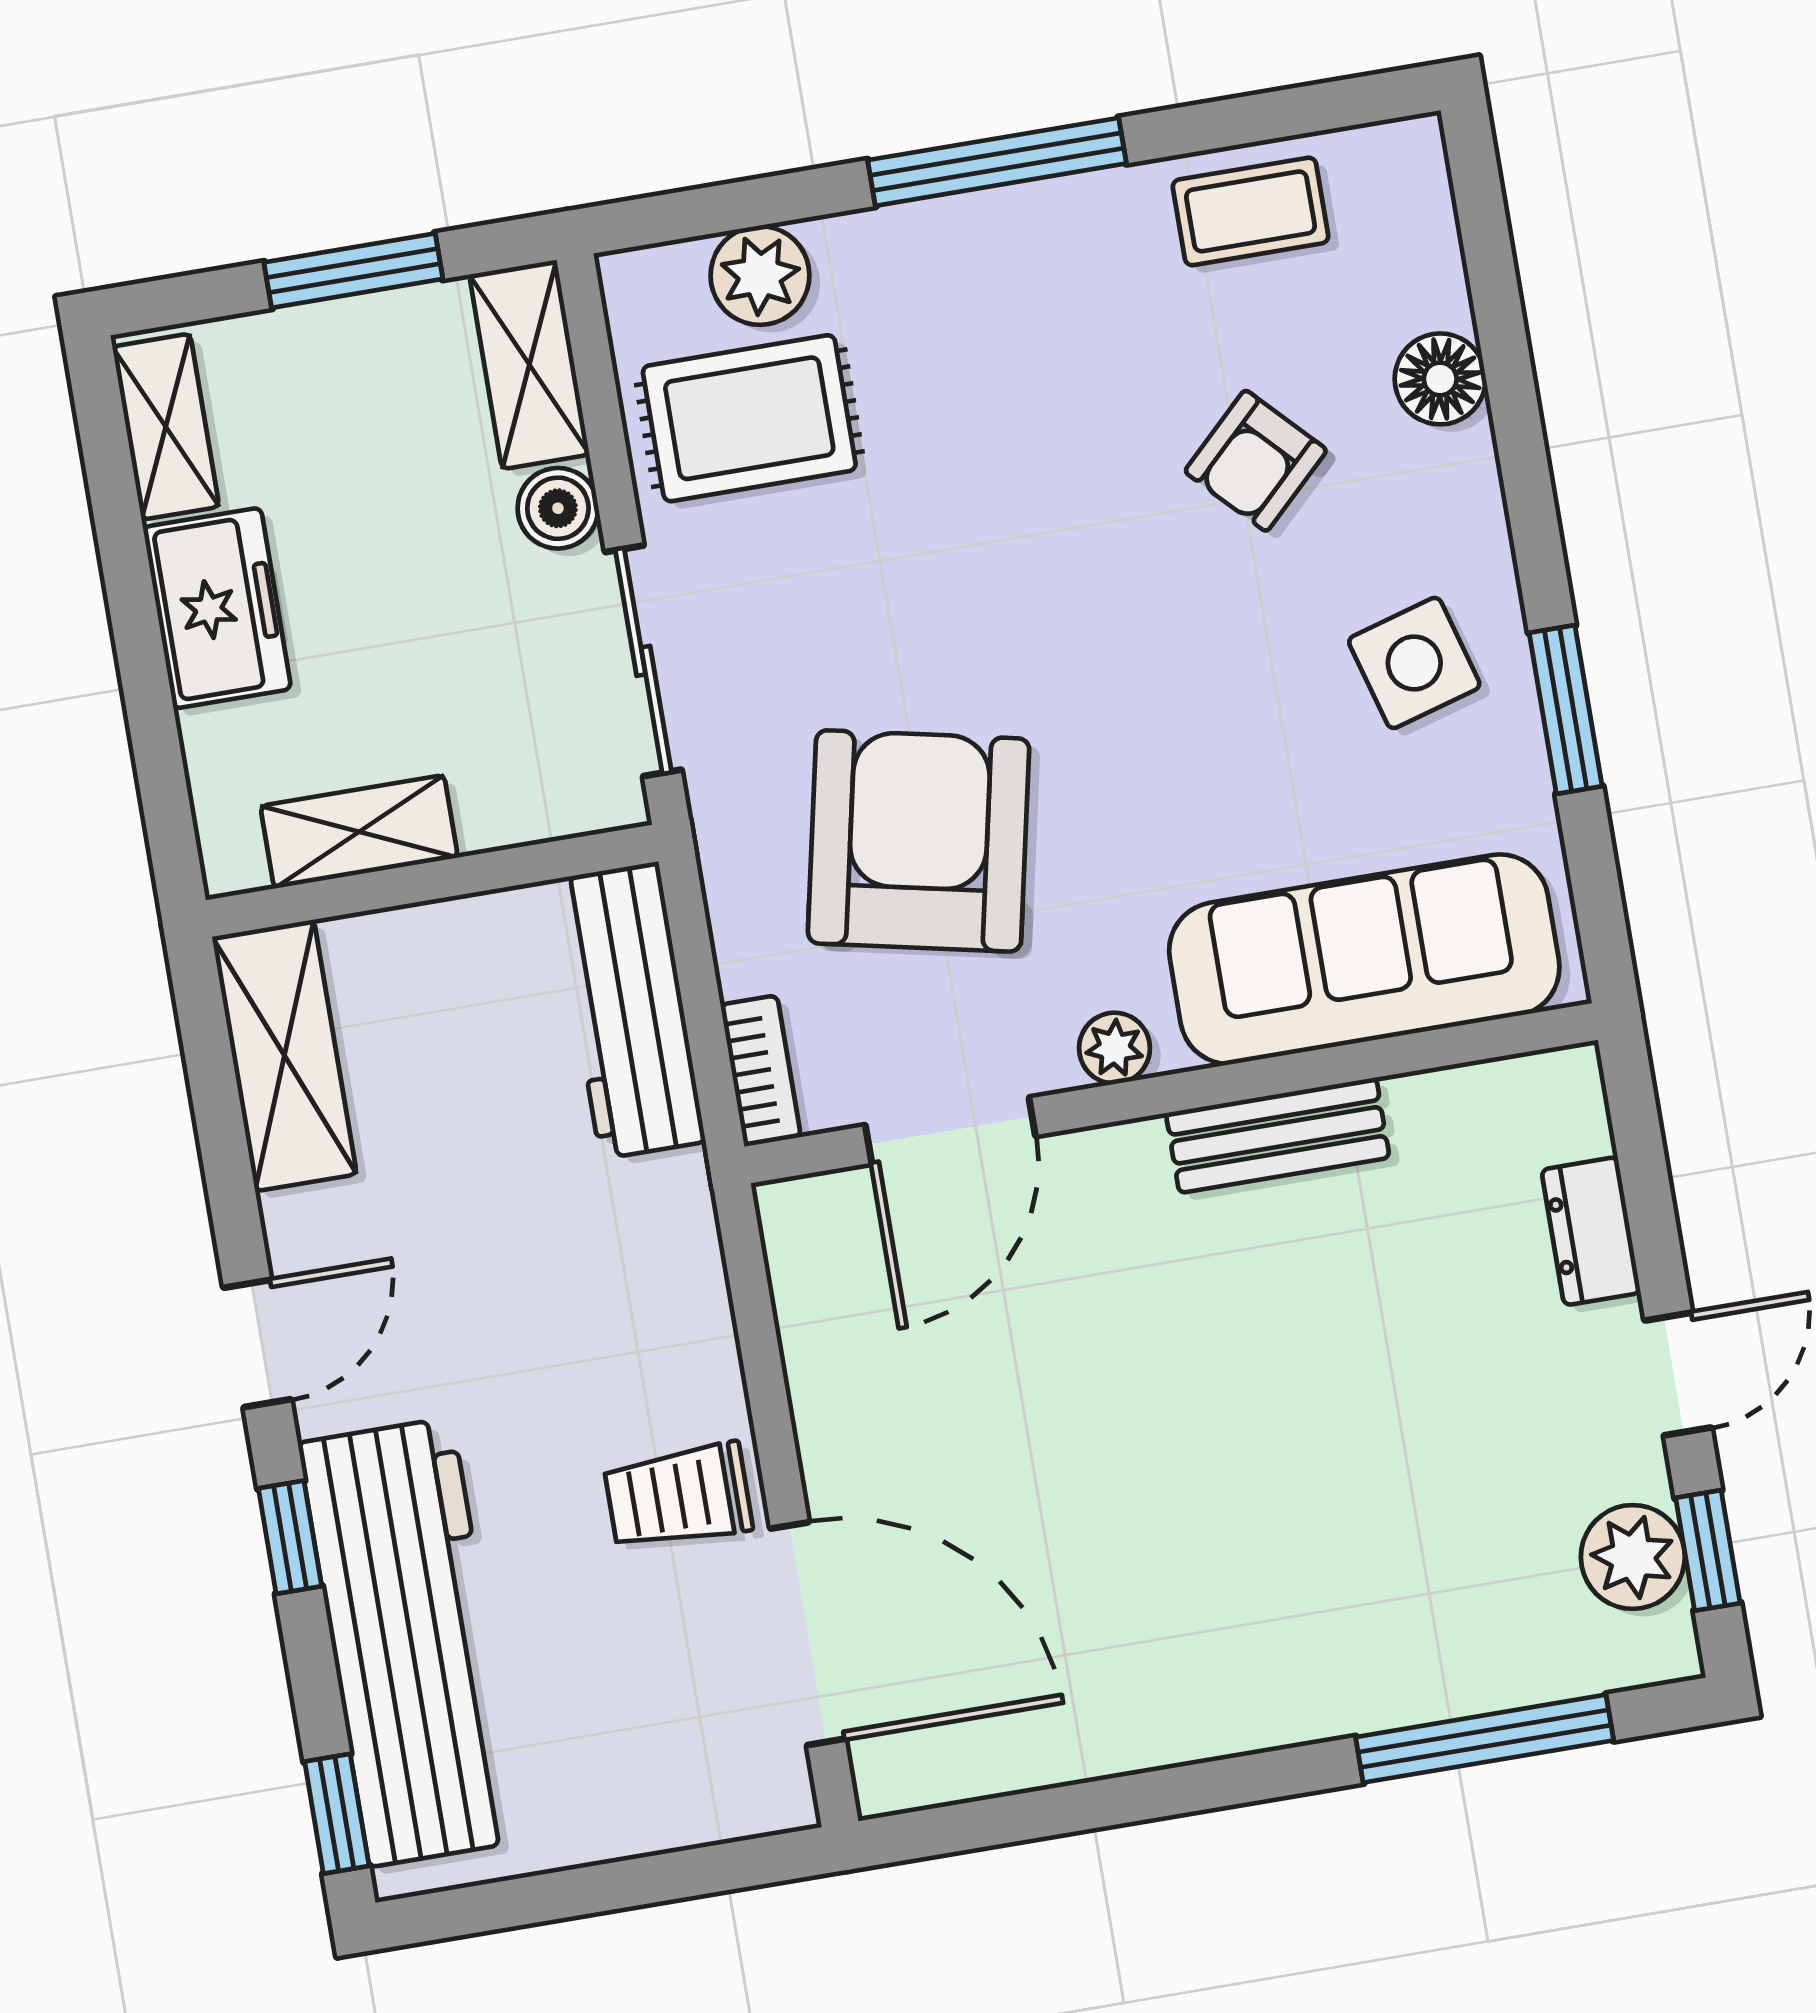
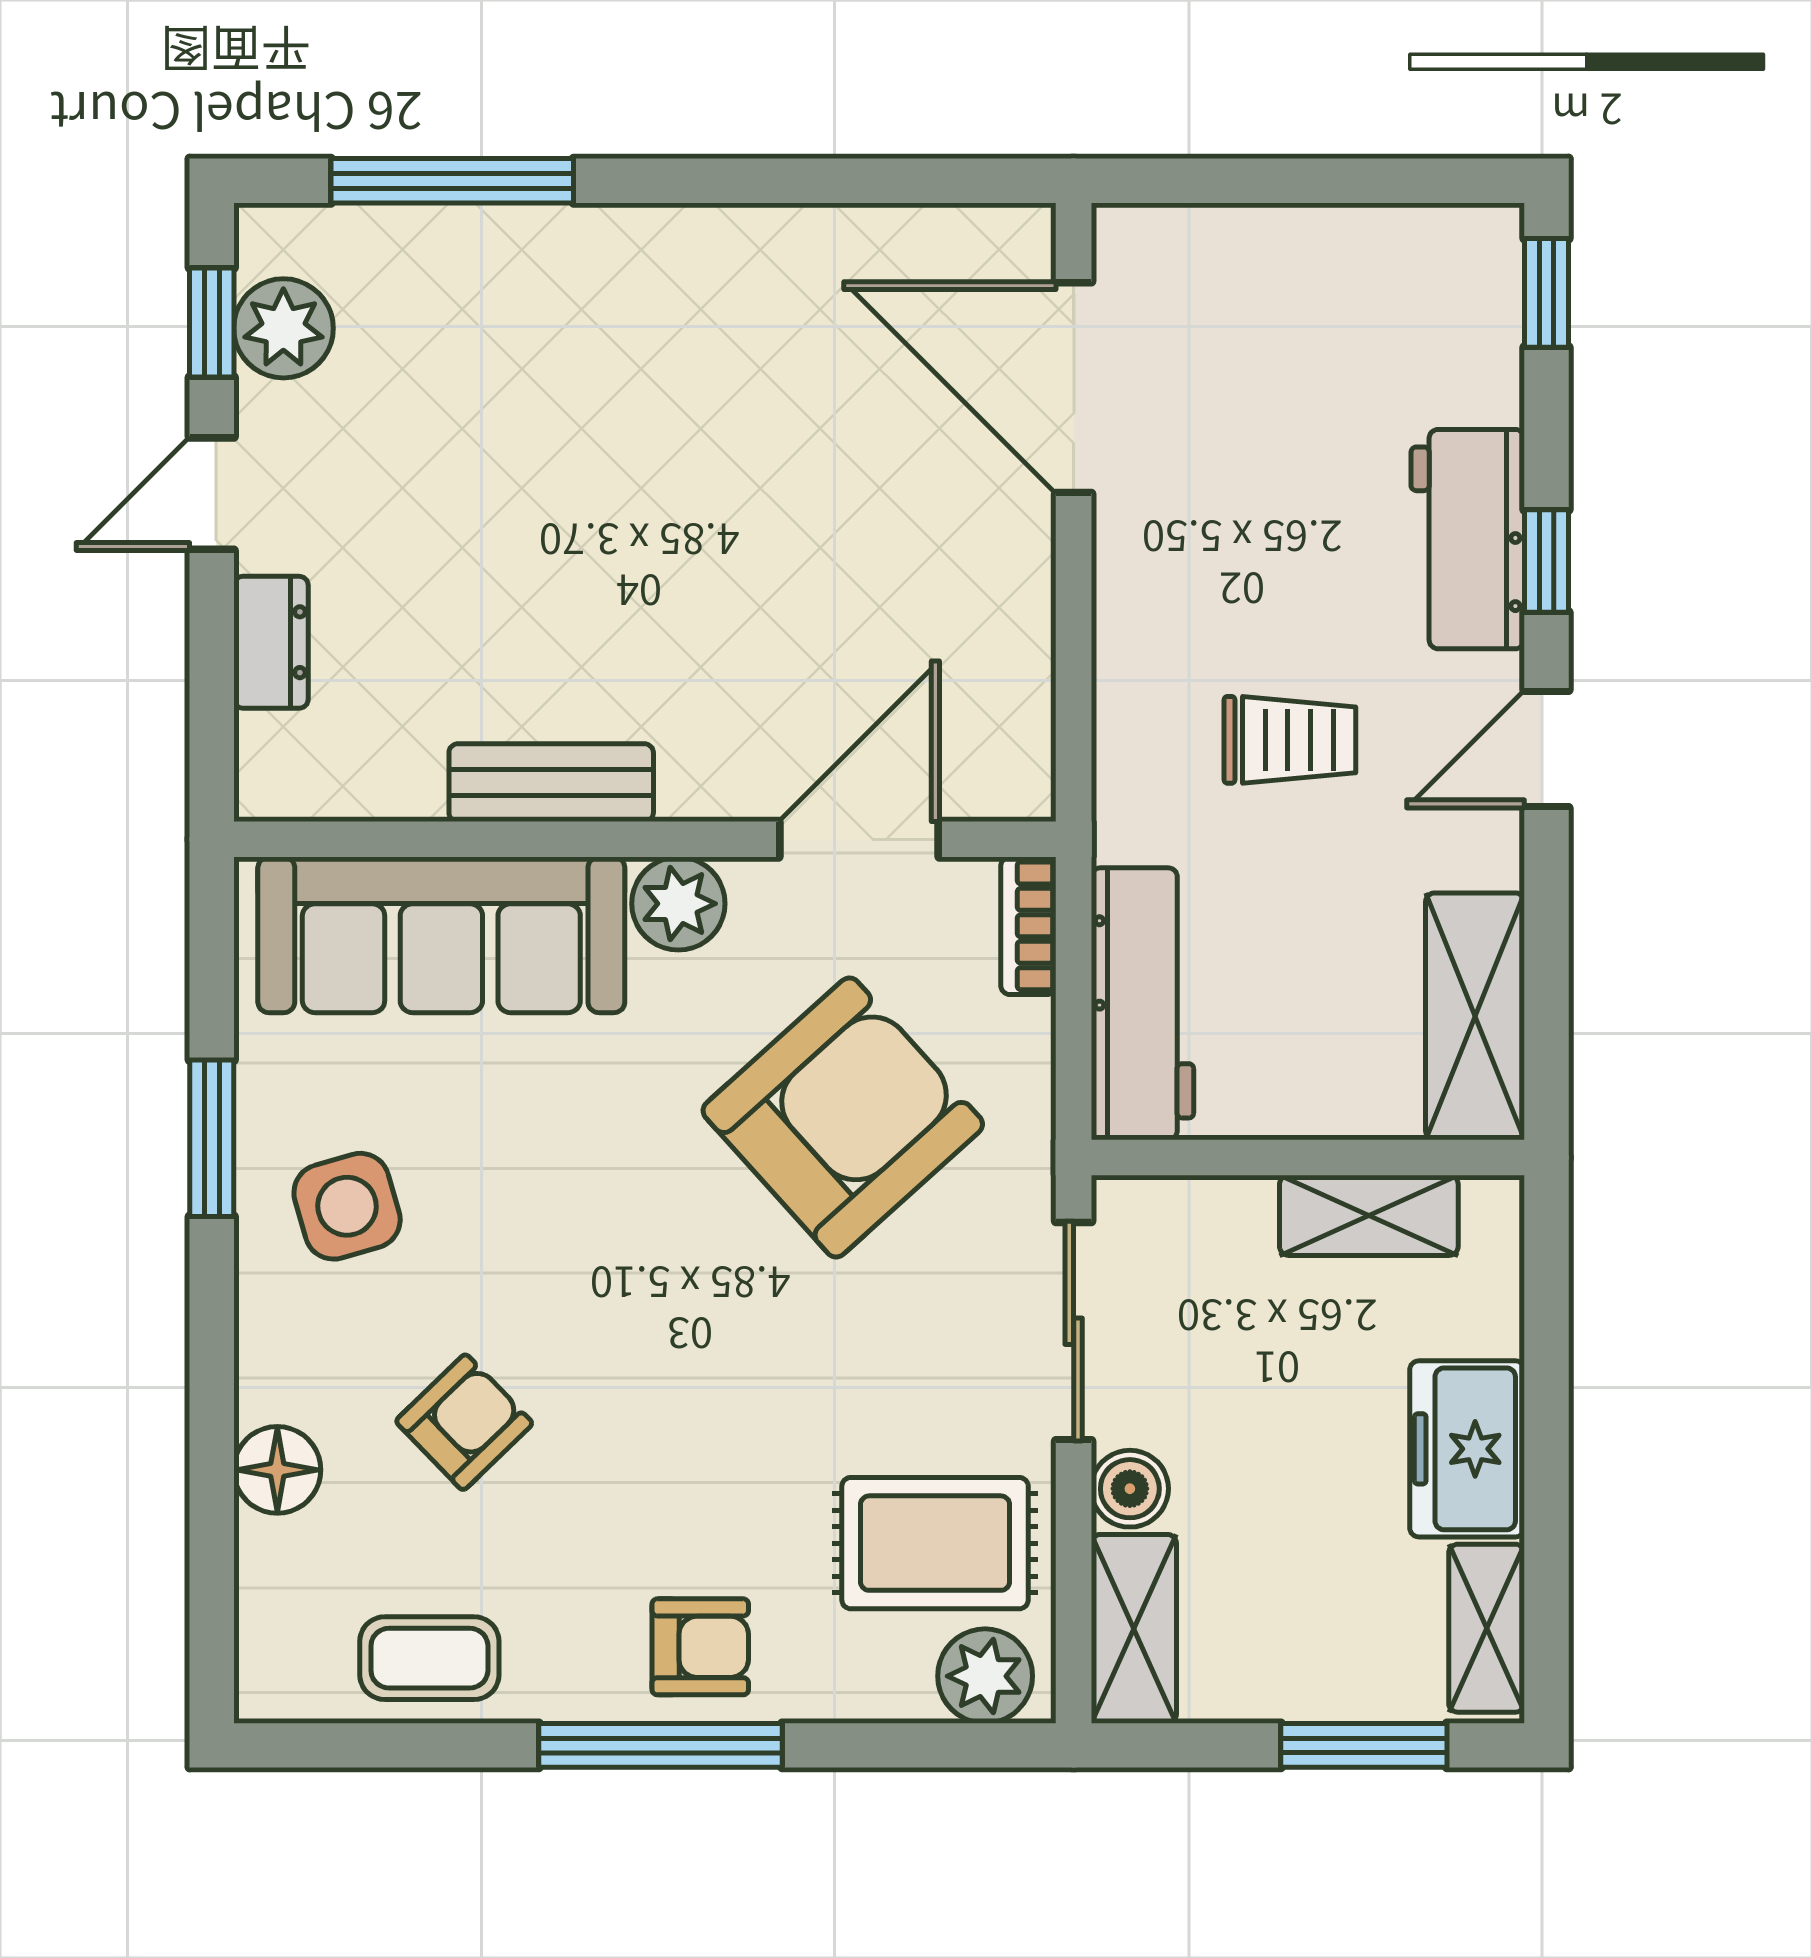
armchair: (973, 270) -> (700, 1647), added
window: (353, 271) -> (1364, 1745), moved
plant: (760, 275) -> (985, 1676), moved
armchair: (919, 841) -> (843, 1117), turned -144
plant: (1115, 1048) -> (678, 904), width x1.38, depth x1.38
trolley: (678, 1496) -> (1290, 740), moved
workbench: (411, 1642) -> (1468, 539), width x0.53, depth x0.76

